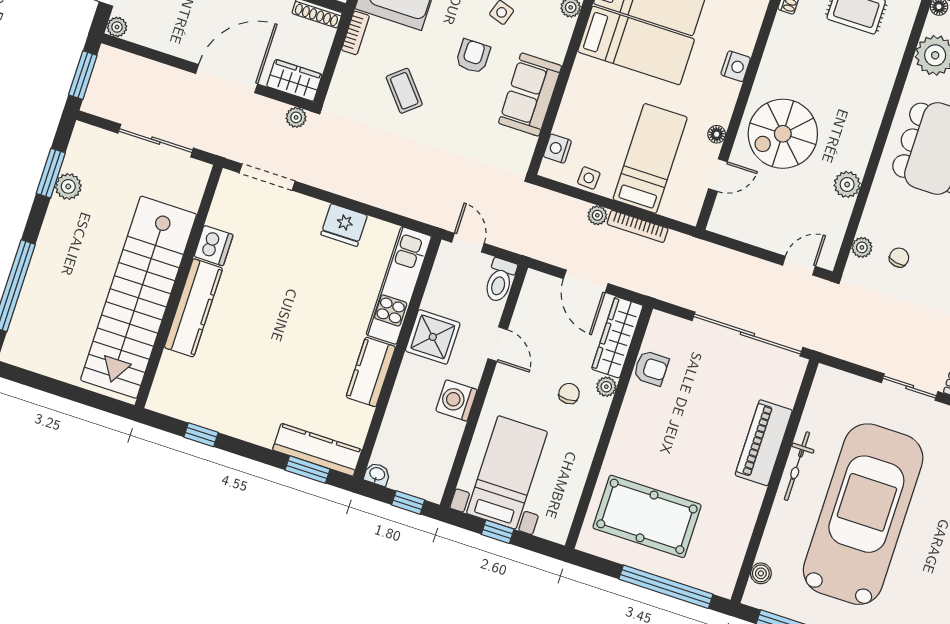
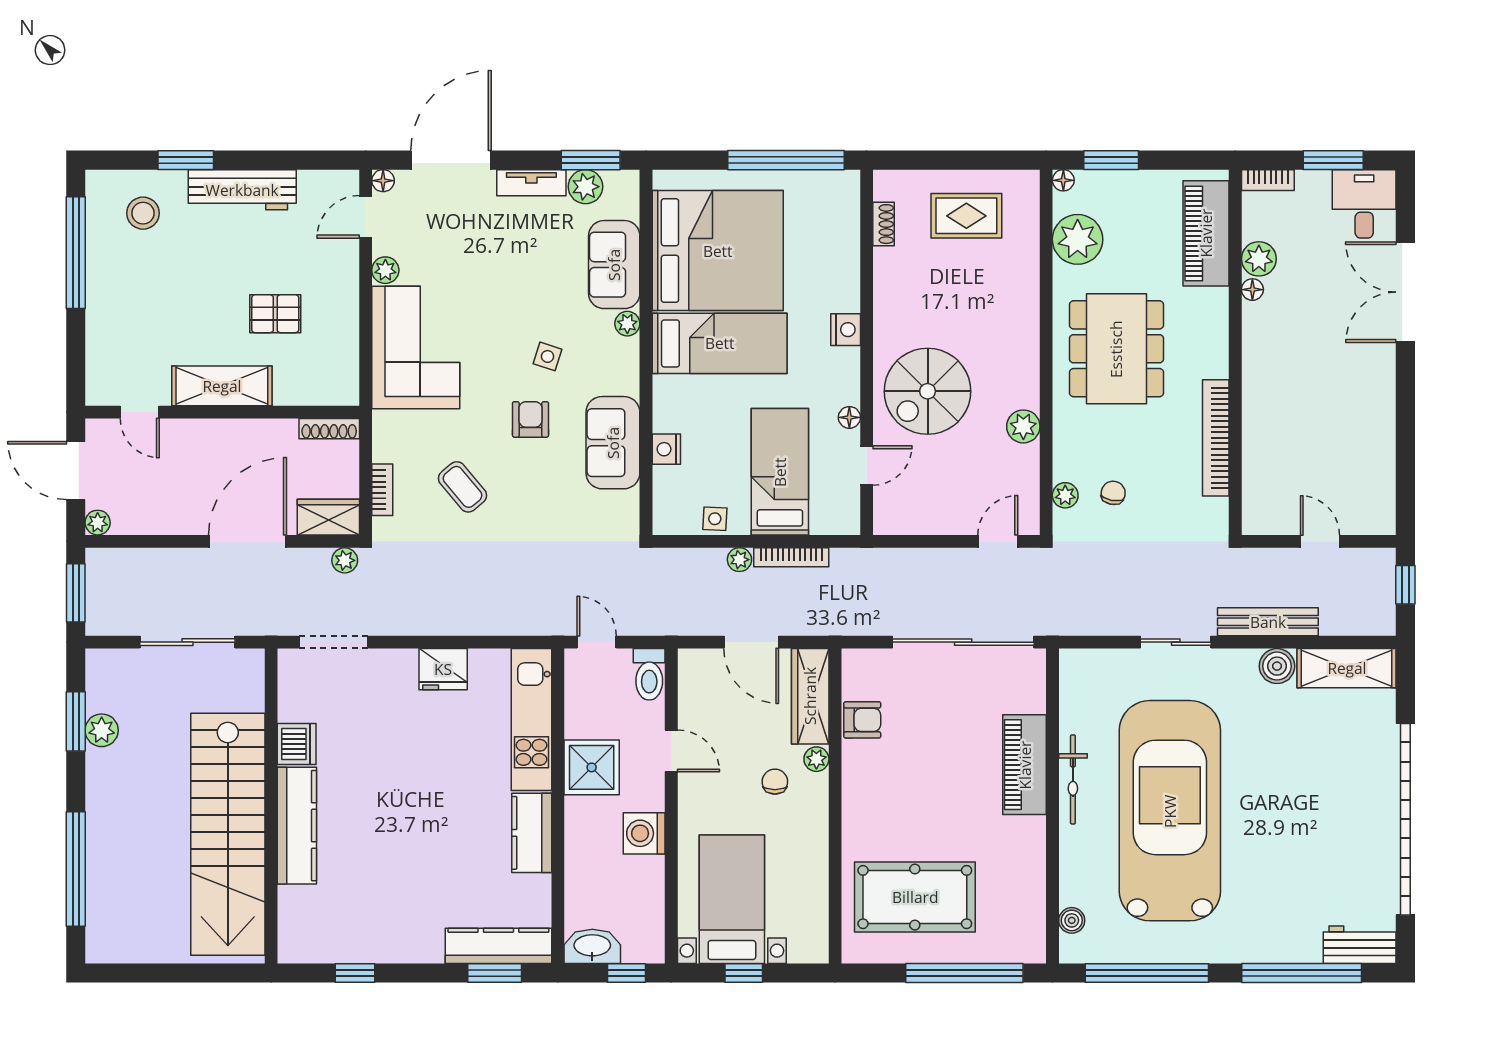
bookcase: (355, 33) -> (382, 490), moved
nightstand: (557, 149) -> (666, 449), moved
washbasin: (377, 474) -> (592, 946), width x1.91, depth x1.45

